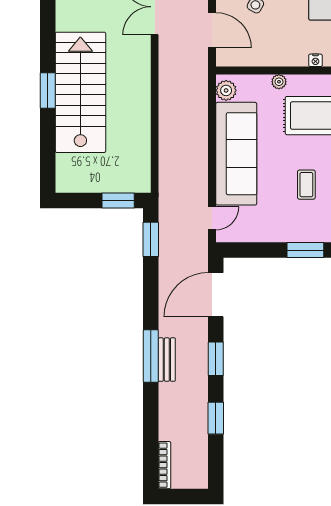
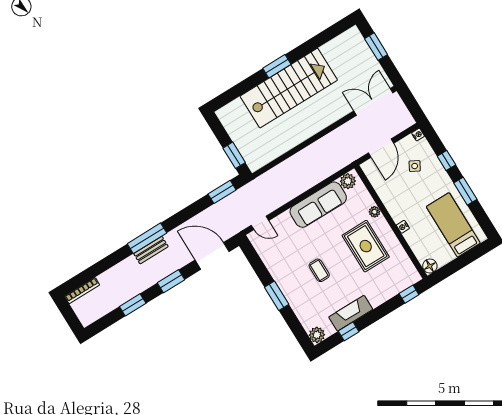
sofa: (236, 154) -> (318, 205), width x0.74, depth x0.79
coffee table: (306, 185) -> (319, 270), turned 90

